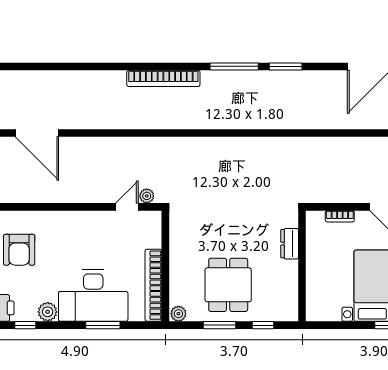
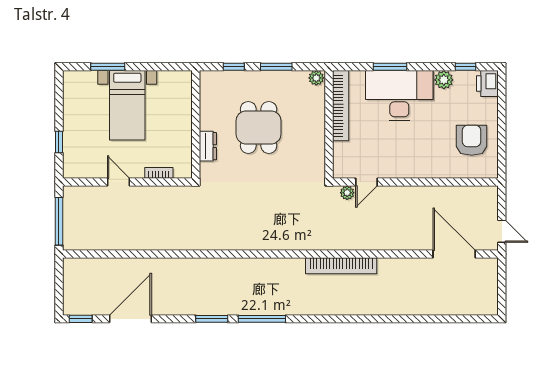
bookcase: (163, 78) -> (341, 266), moved, turned 180
dining table: (228, 285) -> (259, 127), moved

